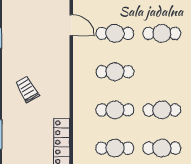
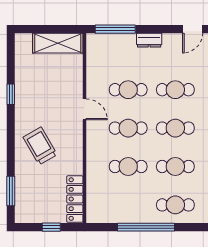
door: (71, 25) -> (84, 109), moved
trolley: (27, 89) -> (40, 146), width x1.36, depth x1.39
cafe table: (115, 148) -> (175, 128), moved

